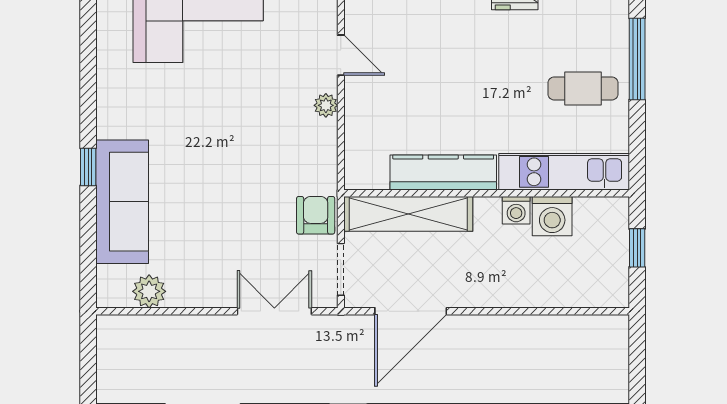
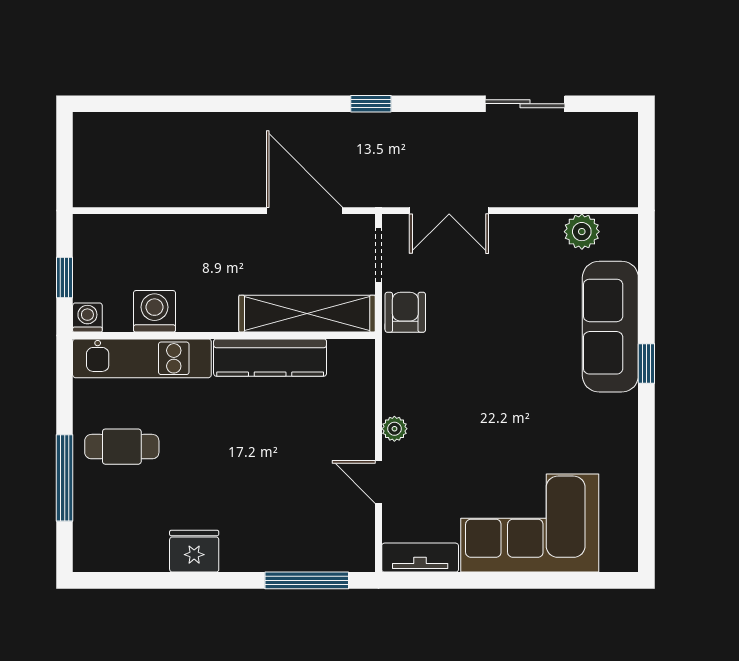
washing machine: (516, 210) -> (87, 318), moved
armchair: (316, 215) -> (405, 312), turned 180
door: (411, 311) -> (304, 211), hinge flipped

